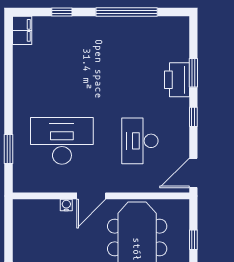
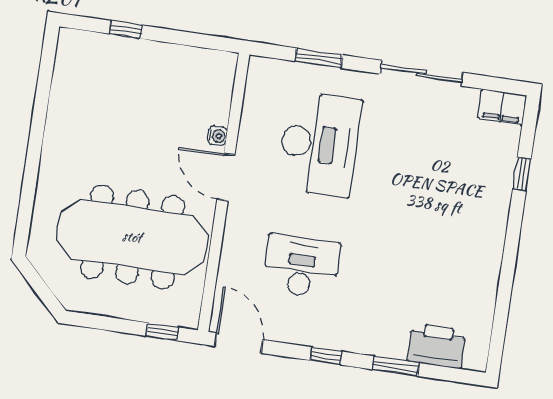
window: (127, 12) -> (507, 275), removed
printer: (177, 80) -> (437, 346), moved
sliding door: (9, 84) -> (421, 73), added
window: (193, 240) -> (163, 332), moved

